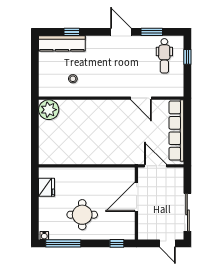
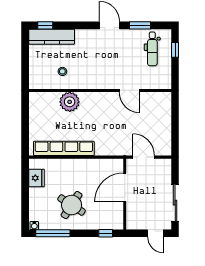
window: (72, 32) -> (45, 25), moved
plant: (49, 110) -> (70, 102), moved
row of seats: (176, 131) -> (64, 148), moved, turned 90
round table: (82, 215) -> (72, 205), turned 33

